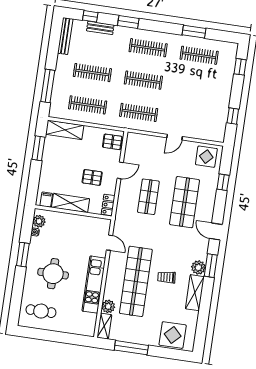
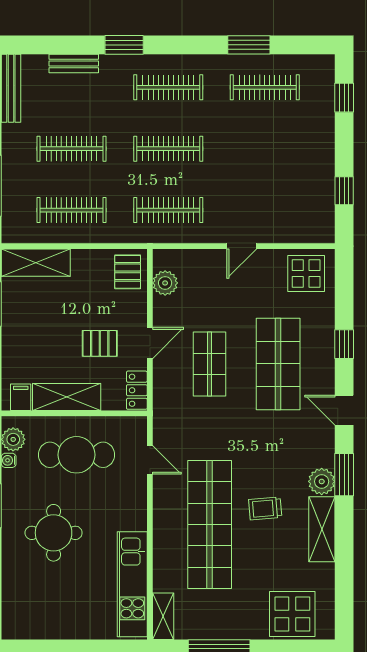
window: (90, 16) -> (52, 45), removed
pallet: (112, 142) -> (128, 272), turned 90
door: (120, 170) -> (150, 343), moved
window: (223, 182) -> (344, 344), moved
kitchen unit: (94, 285) -> (132, 584), moved
plant: (108, 306) -> (165, 283), moved
cafe table: (41, 311) -> (76, 455), moved, width x1.37, depth x1.35

